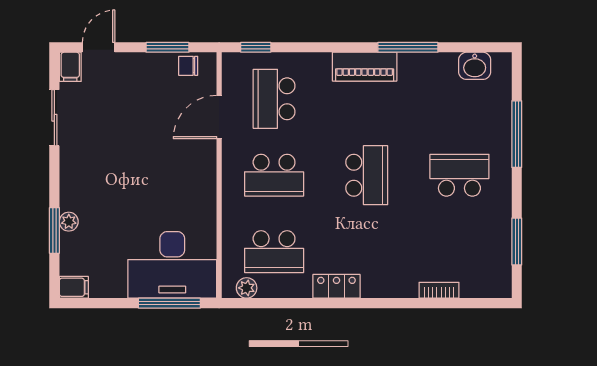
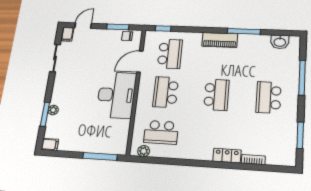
school desk: (274, 99) -> (170, 54), turned 180
school desk: (274, 175) -> (166, 92), turned 90
school desk: (459, 175) -> (269, 97), turned -90
desk: (172, 265) -> (116, 95), moved, turned -90
locker: (336, 286) -> (227, 156), moved

